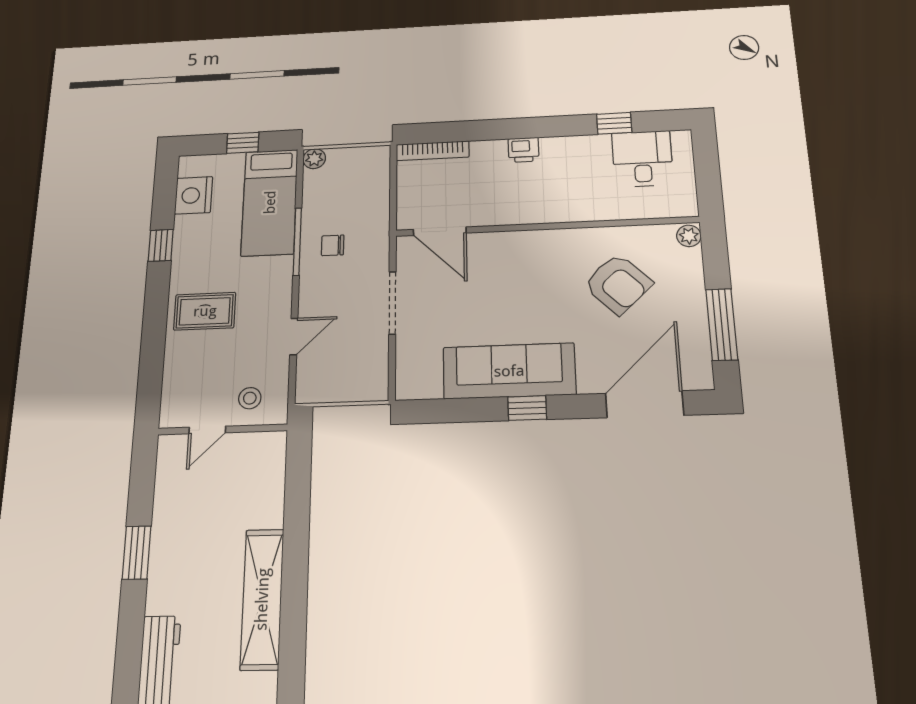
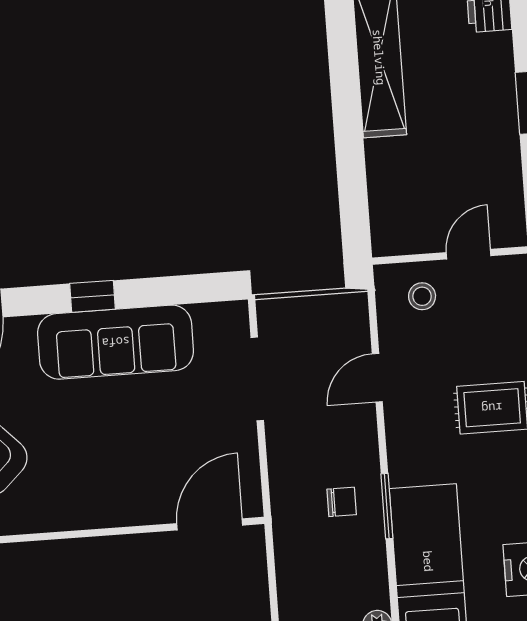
door: (440, 231) -> (210, 524), hinge flipped
window: (297, 242) -> (387, 506), width x0.69
doorway: (392, 303) -> (257, 379), moved

